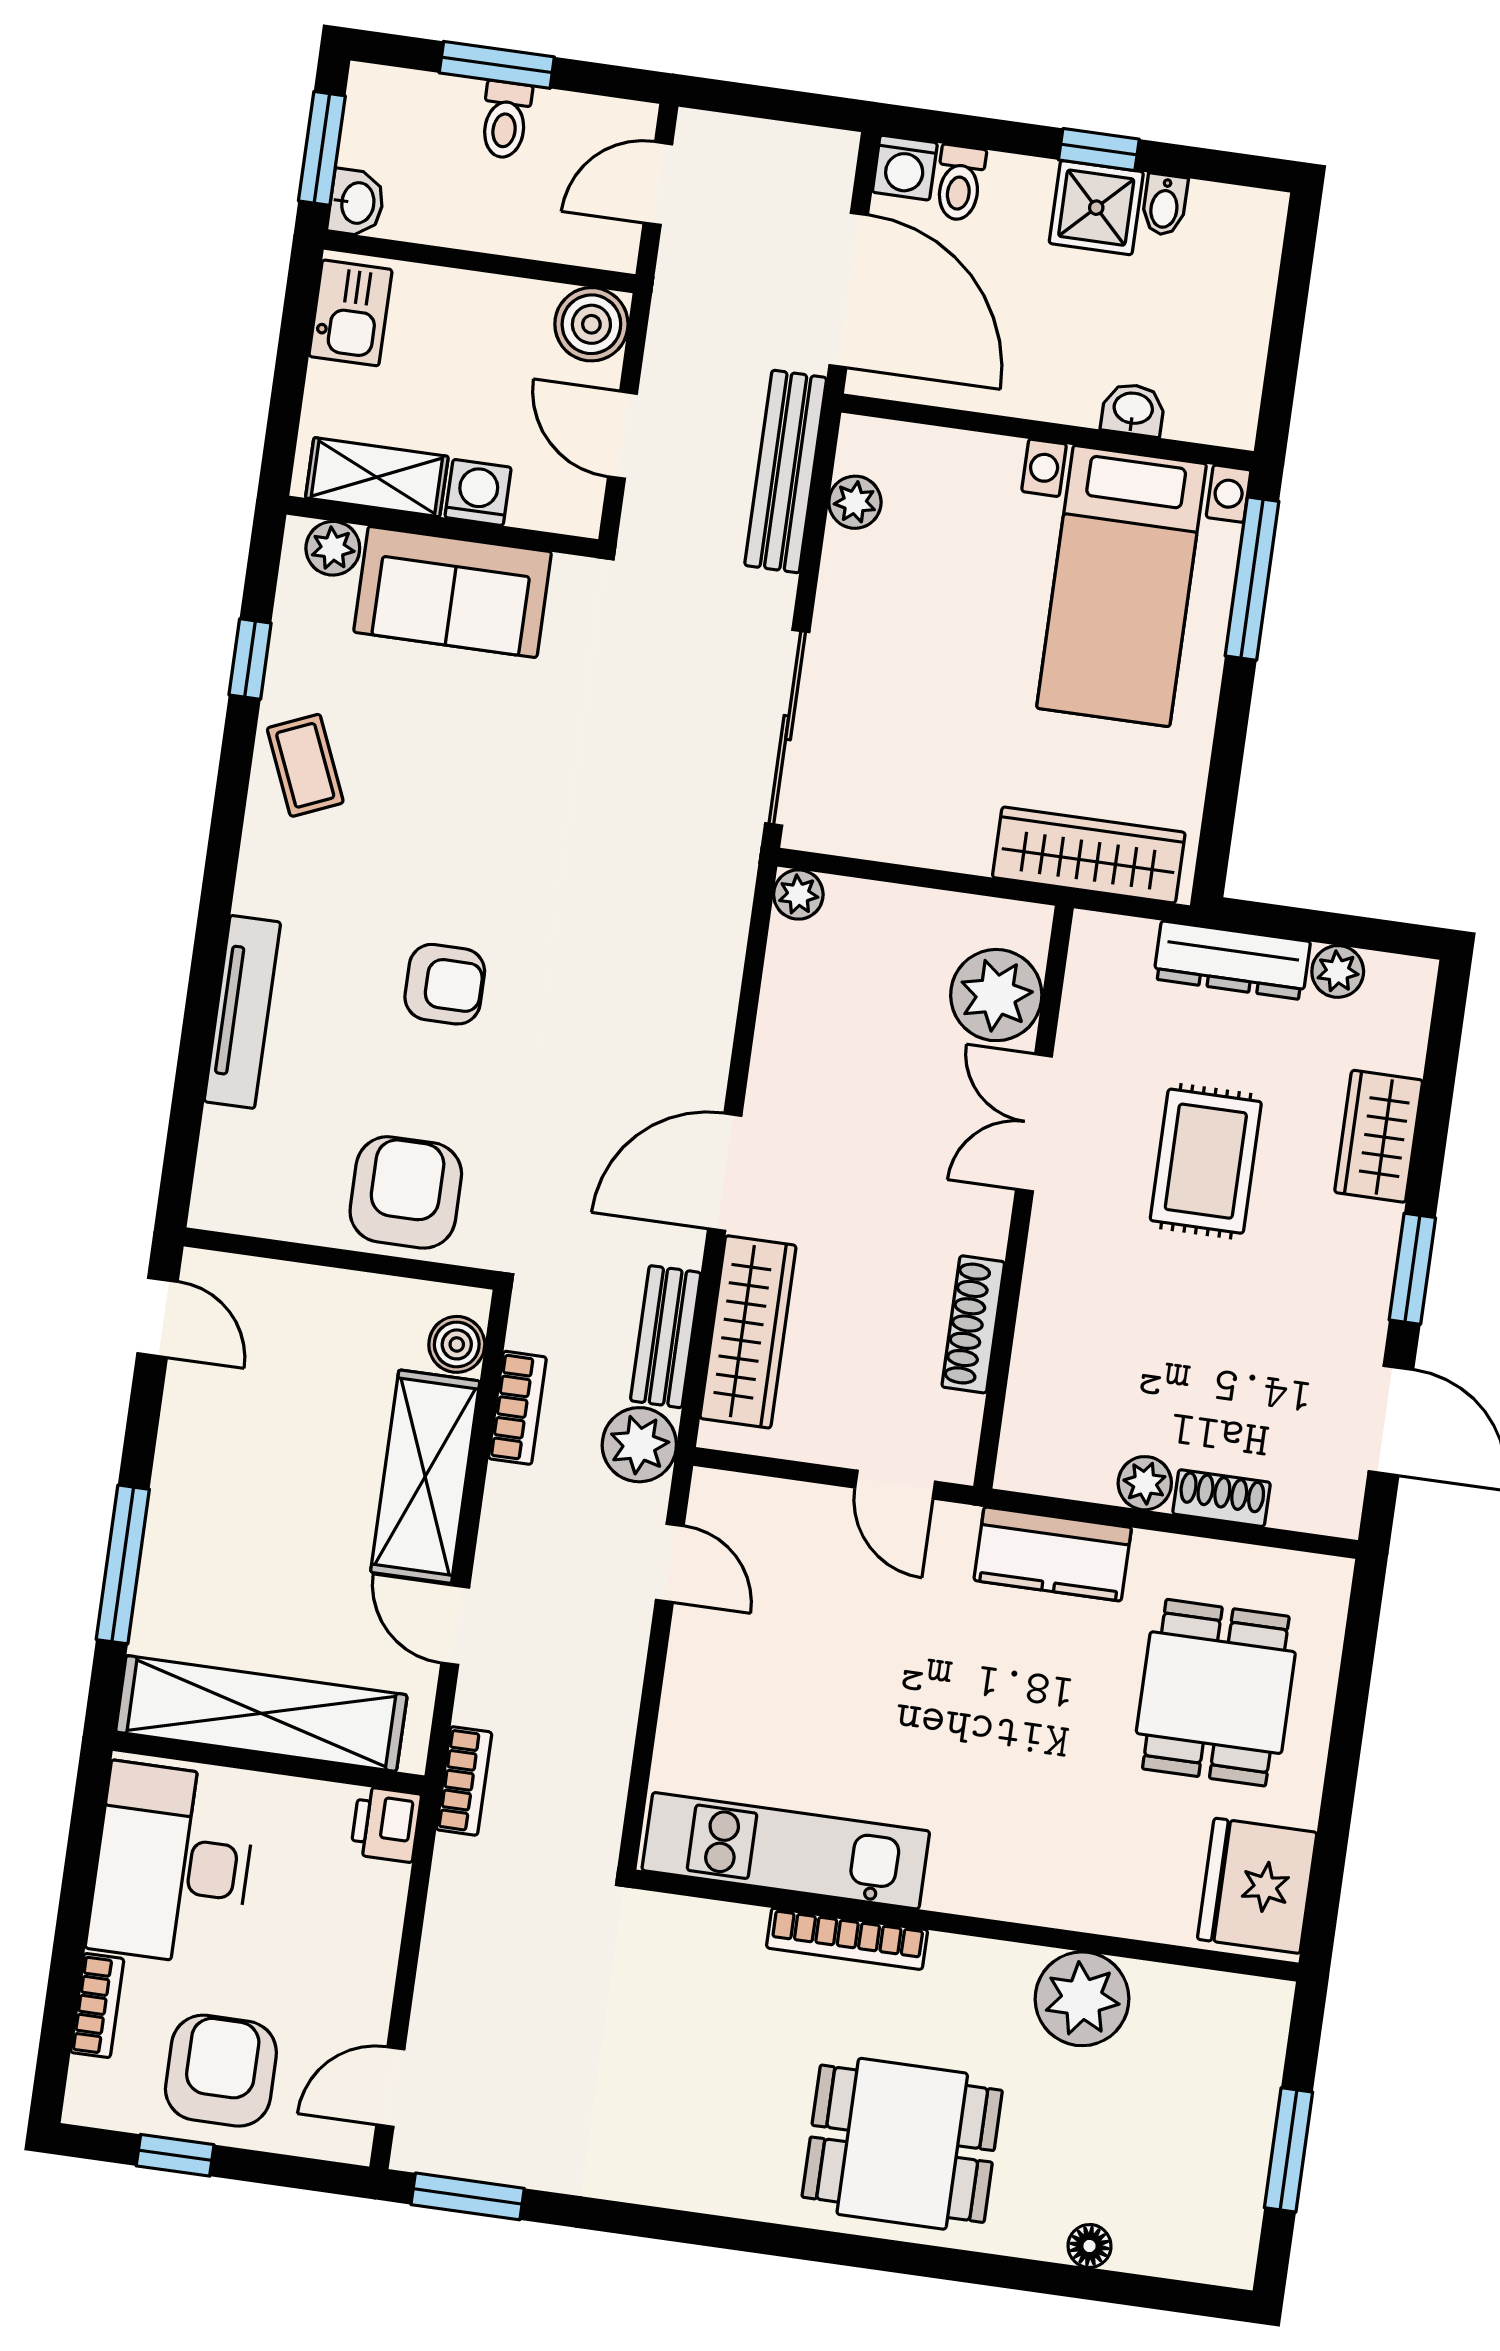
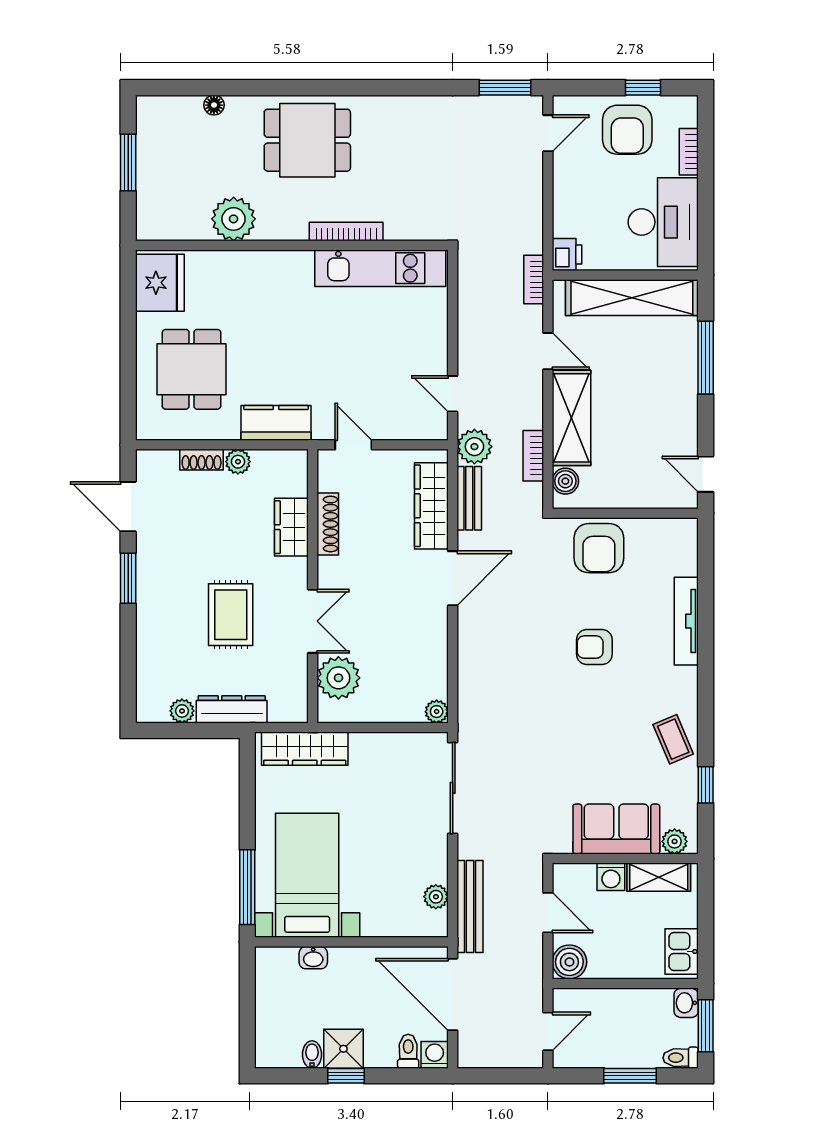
toilet: (505, 120) -> (681, 1058), moved, turned -90
wardrobe: (1379, 1136) -> (291, 527), moved, turned 180

